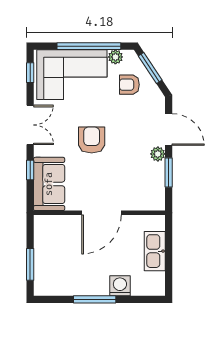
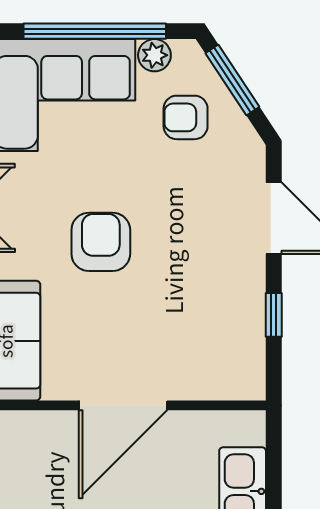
plant: (158, 154) -> (249, 273), removed
window: (169, 172) -> (274, 315), width x0.67

